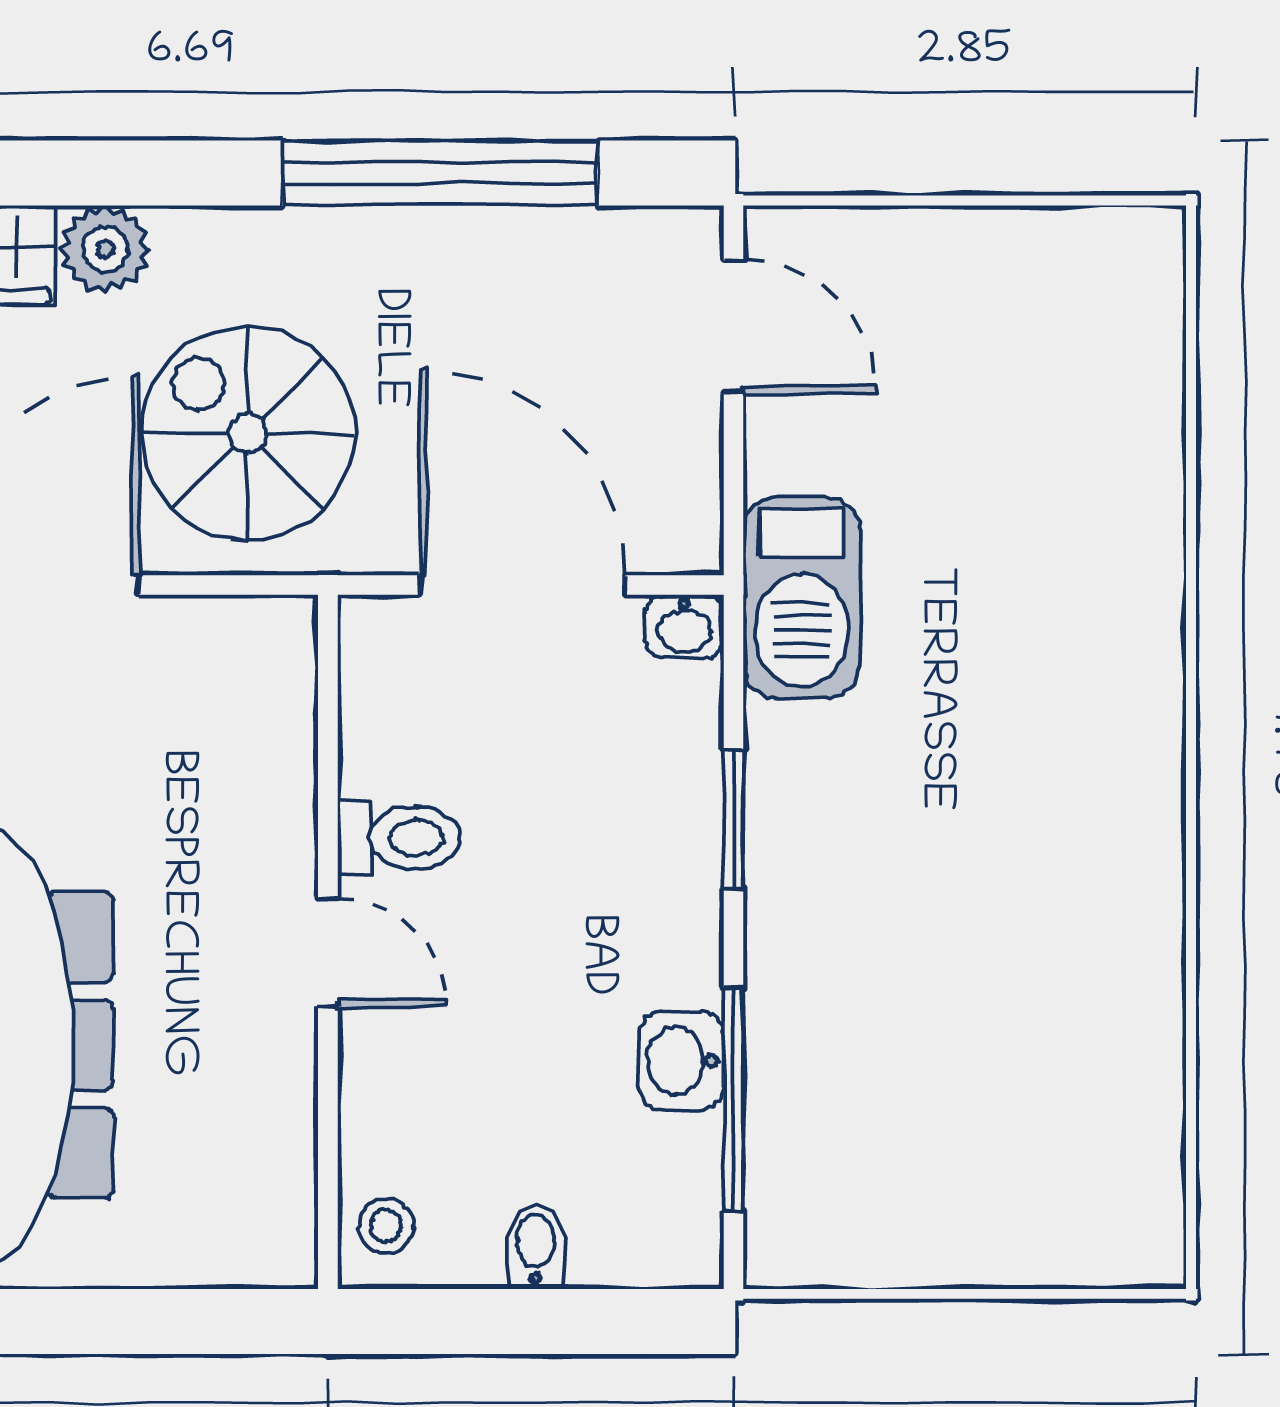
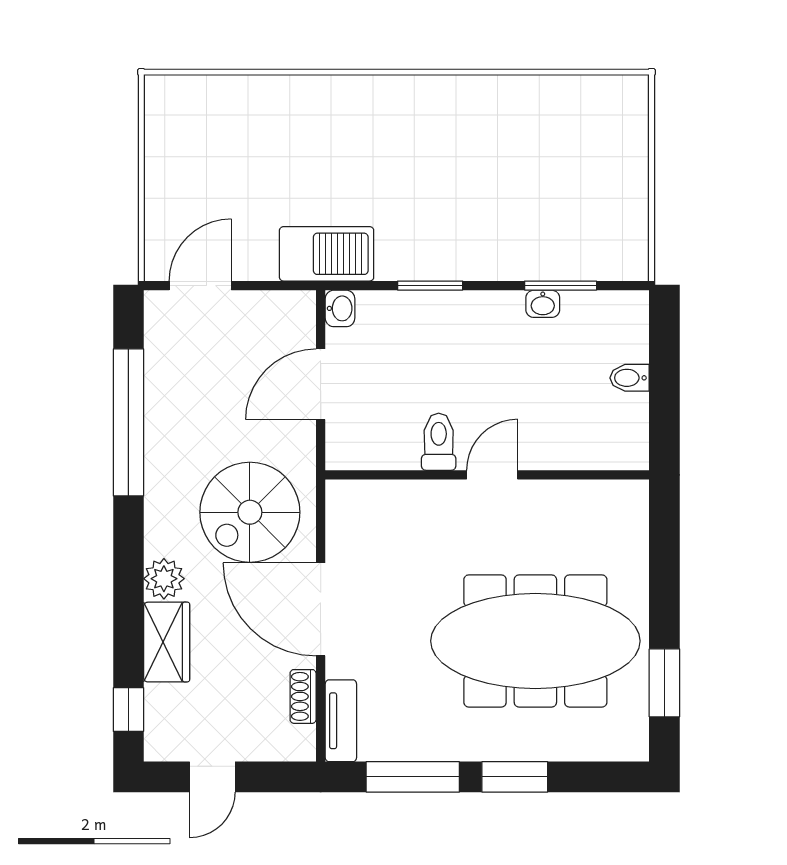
door: (522, 585) -> (321, 384), width x0.73
washbasin: (681, 1061) -> (543, 304), width x0.72, depth x0.69
window: (733, 1099) -> (561, 286), width x0.69
stool: (385, 1226) -> (620, 448), removed

